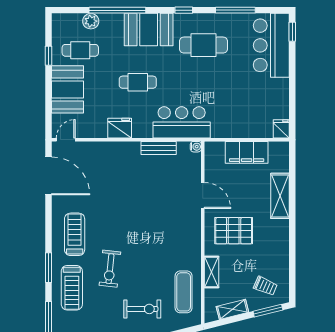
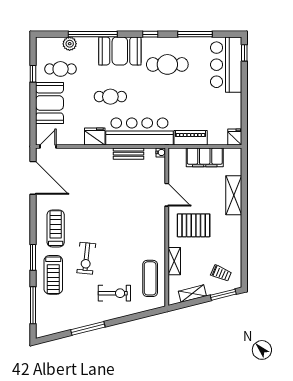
bar counter: (182, 122) -> (139, 131), width x1.36
piano: (230, 130) -> (191, 138), added

